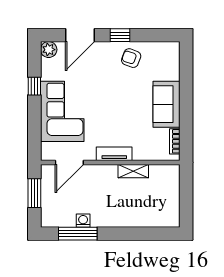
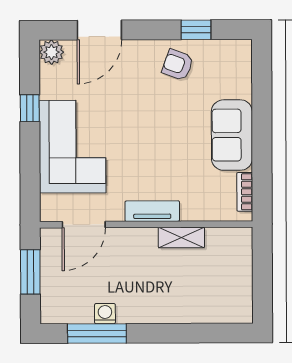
window: (120, 35) -> (196, 30), moved

